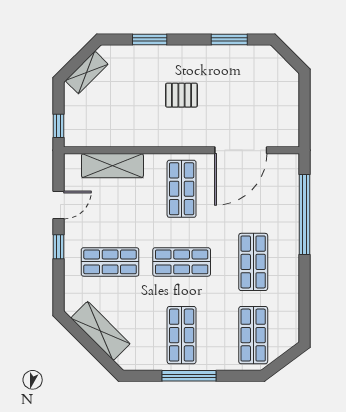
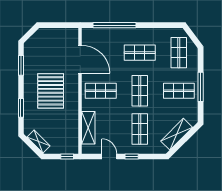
pallet: (181, 95) -> (51, 91), width x2.05, depth x2.00
shop shelf: (253, 335) -> (179, 53), turned 90

